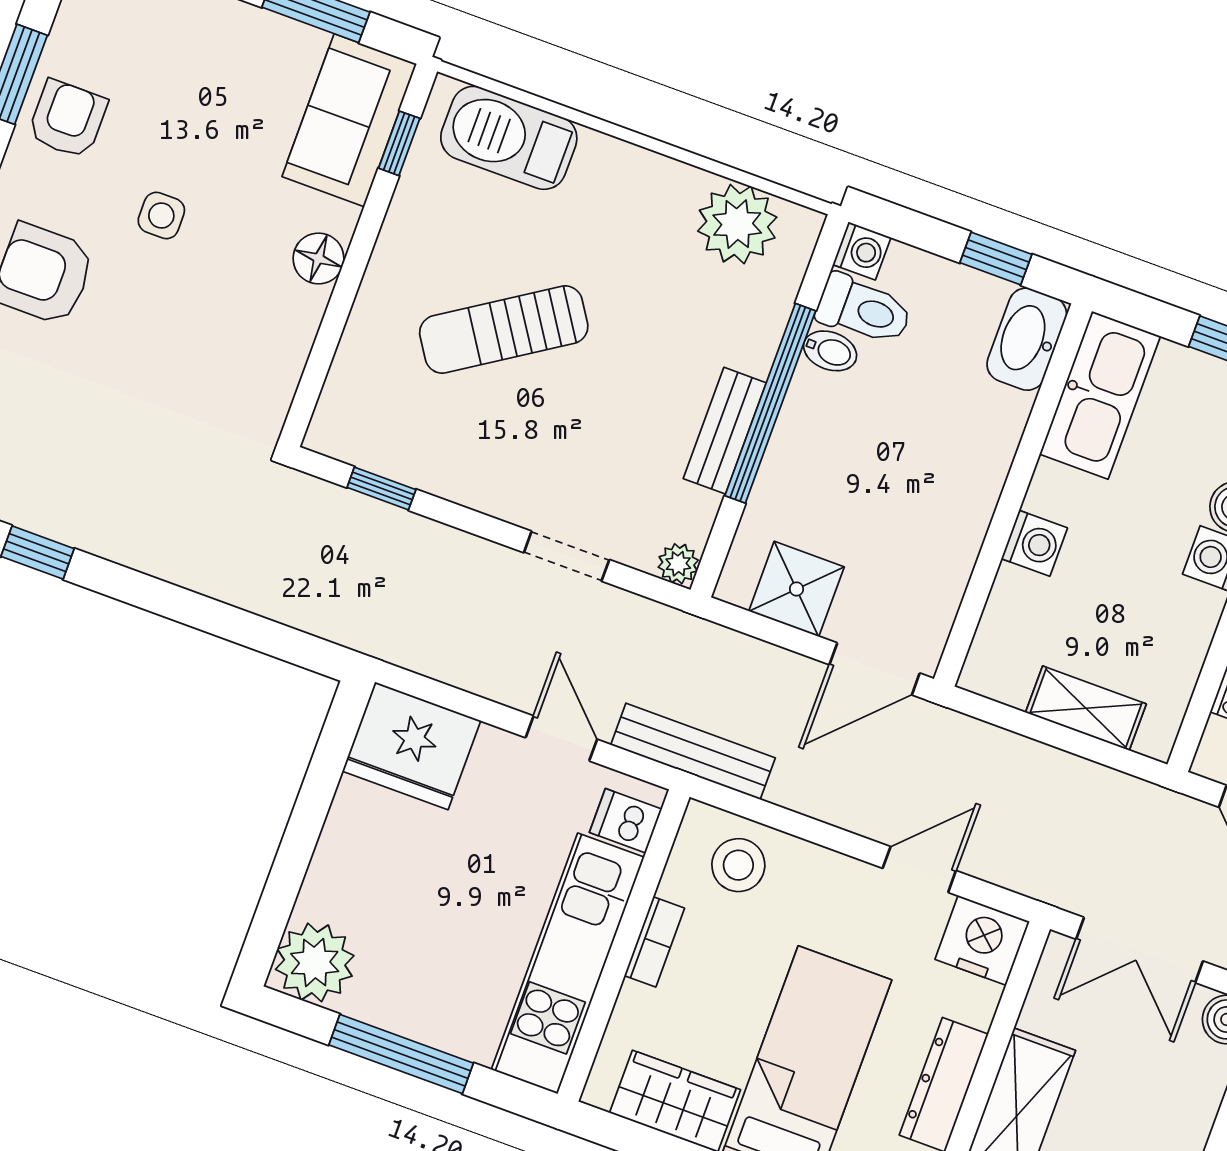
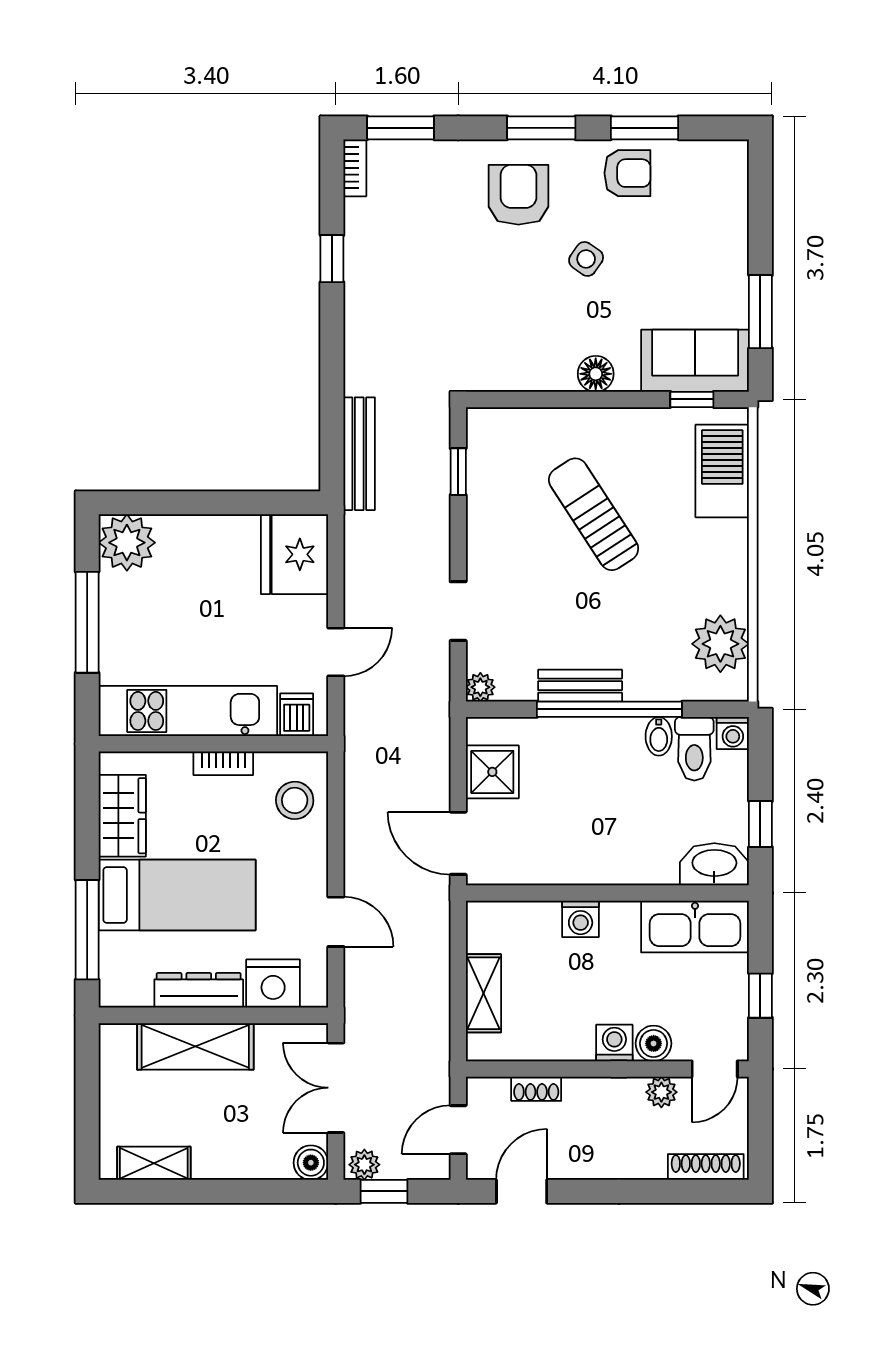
side table: (161, 216) -> (586, 259), turned 35
bench: (693, 751) -> (359, 454), moved
nightstand: (982, 940) -> (273, 984), moved, turned 90

